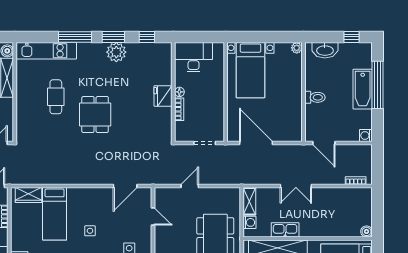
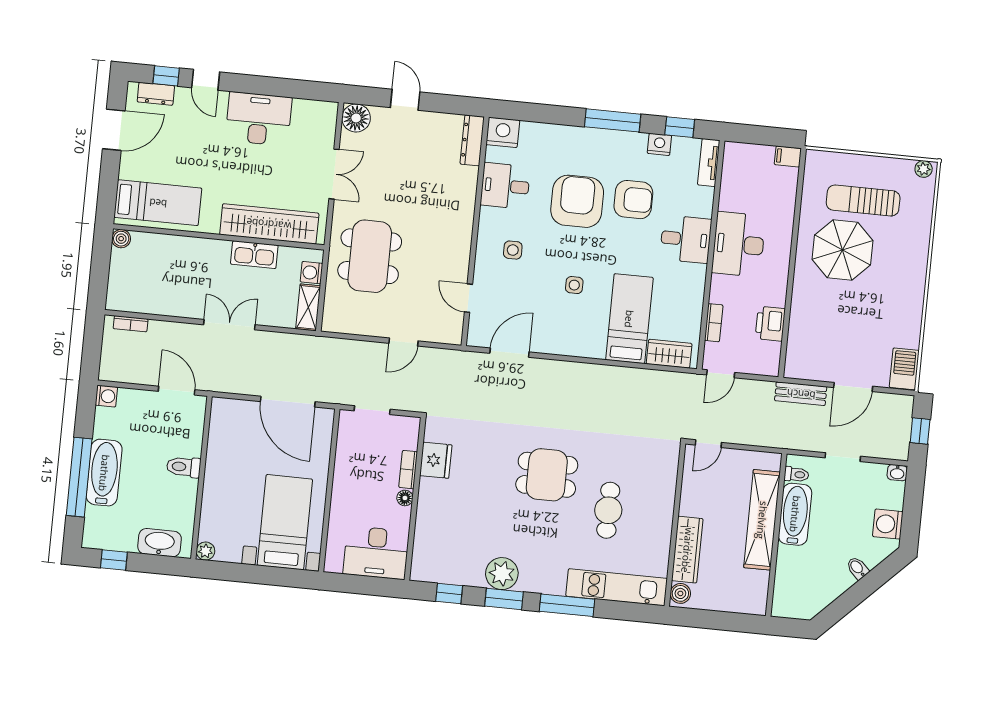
fridge: (163, 96) -> (436, 460), moved
dining table: (95, 114) -> (547, 475), turned 90

